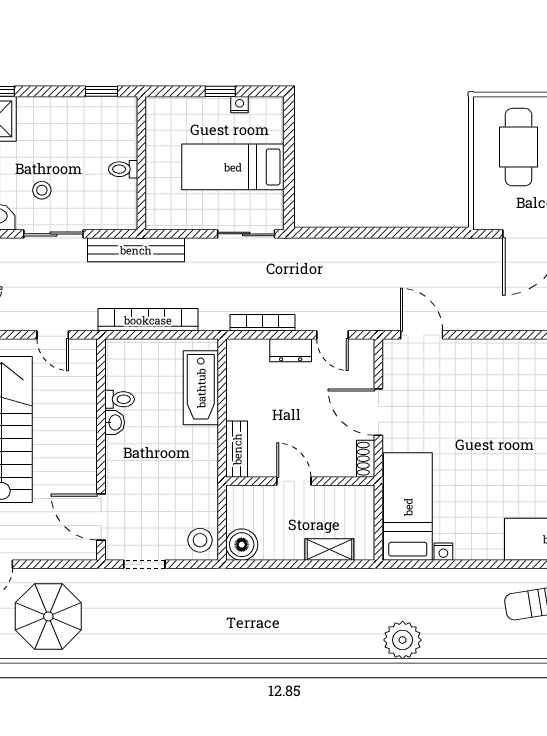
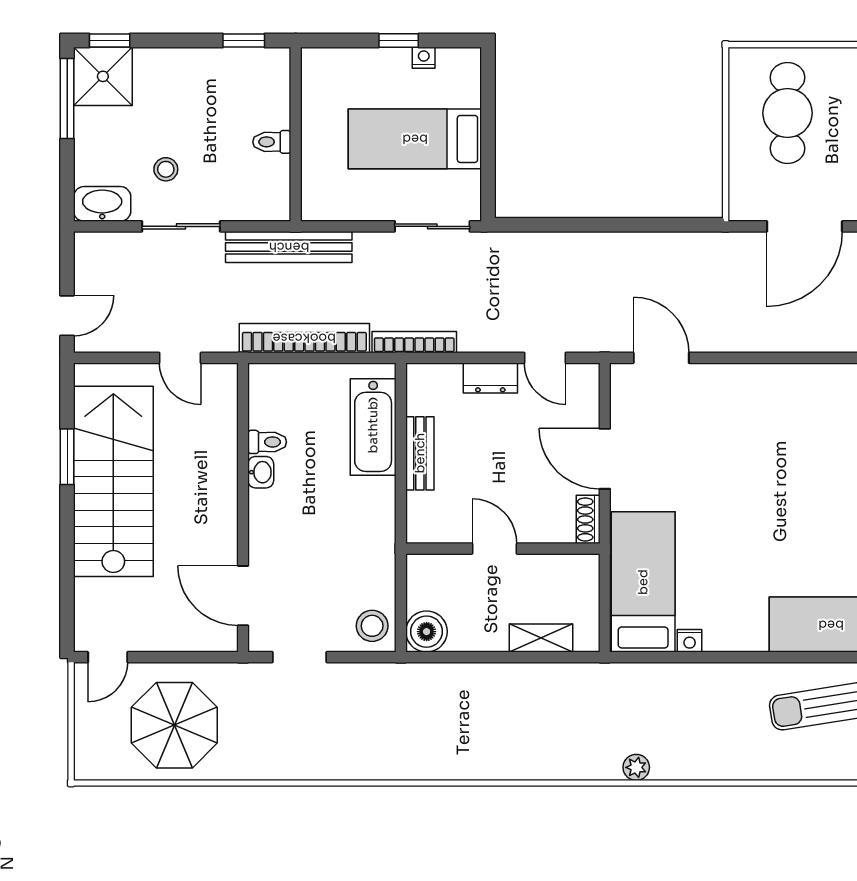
bookcase: (262, 323) -> (414, 342), moved
bench: (237, 449) -> (420, 453), moved
plant: (403, 640) -> (636, 767), width x0.53, depth x0.53

